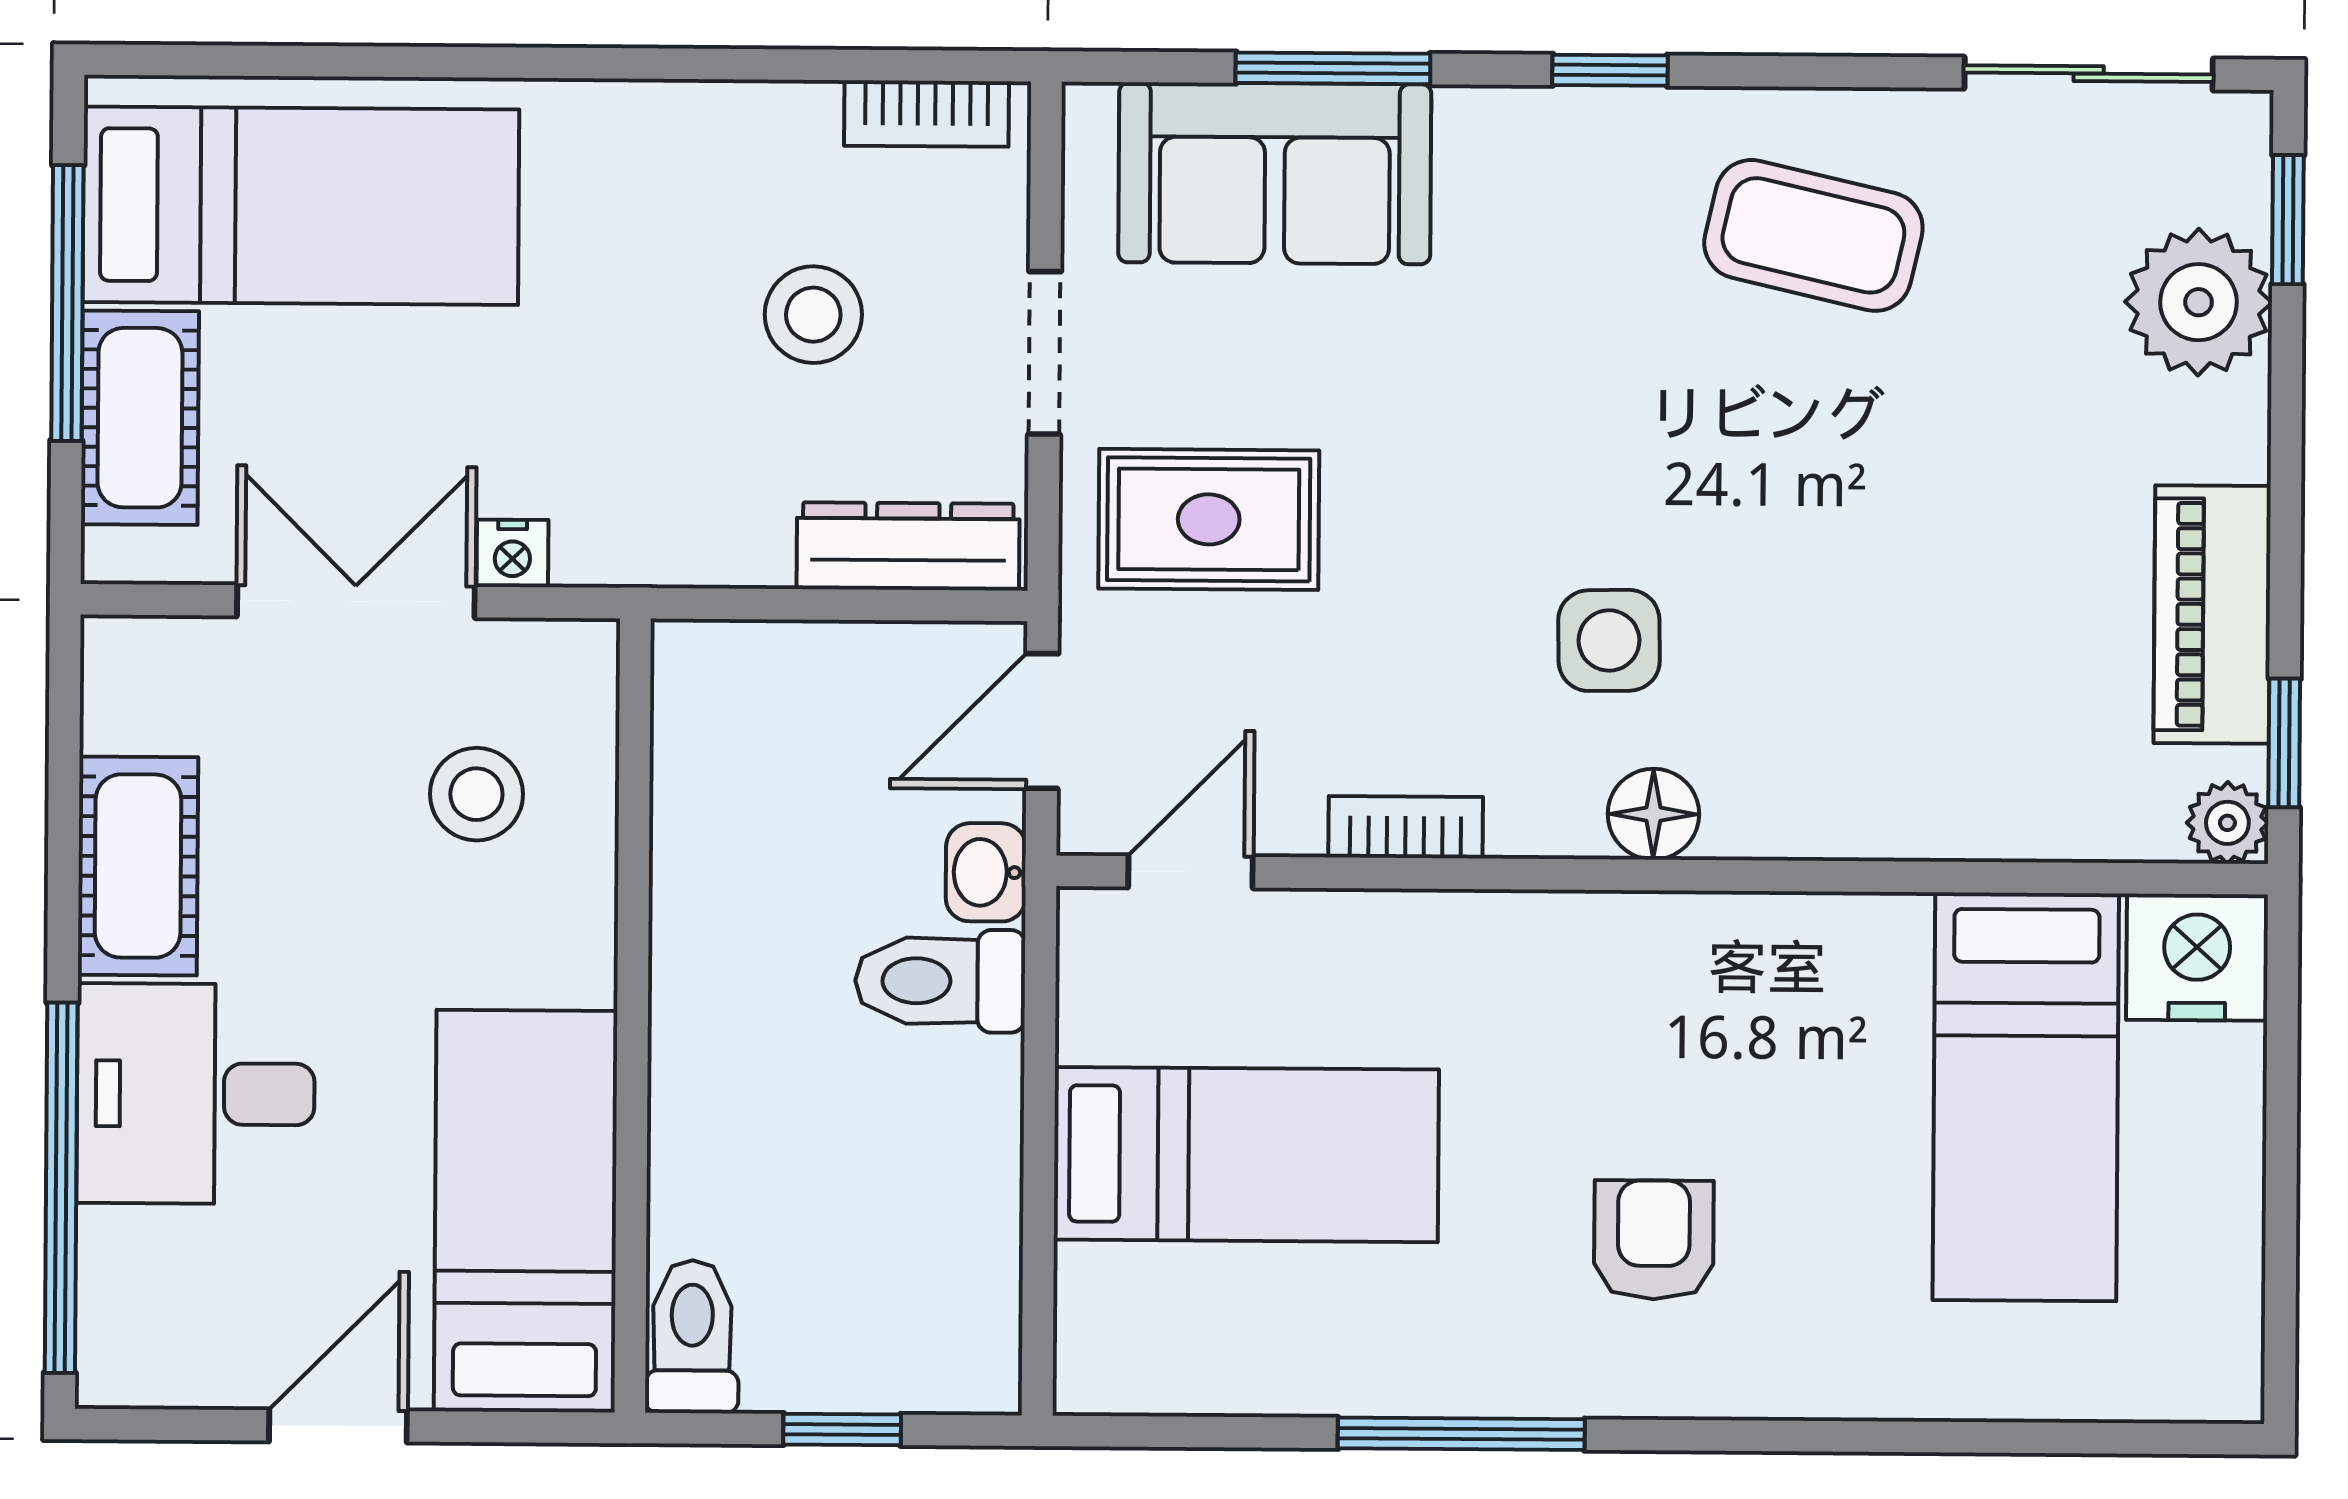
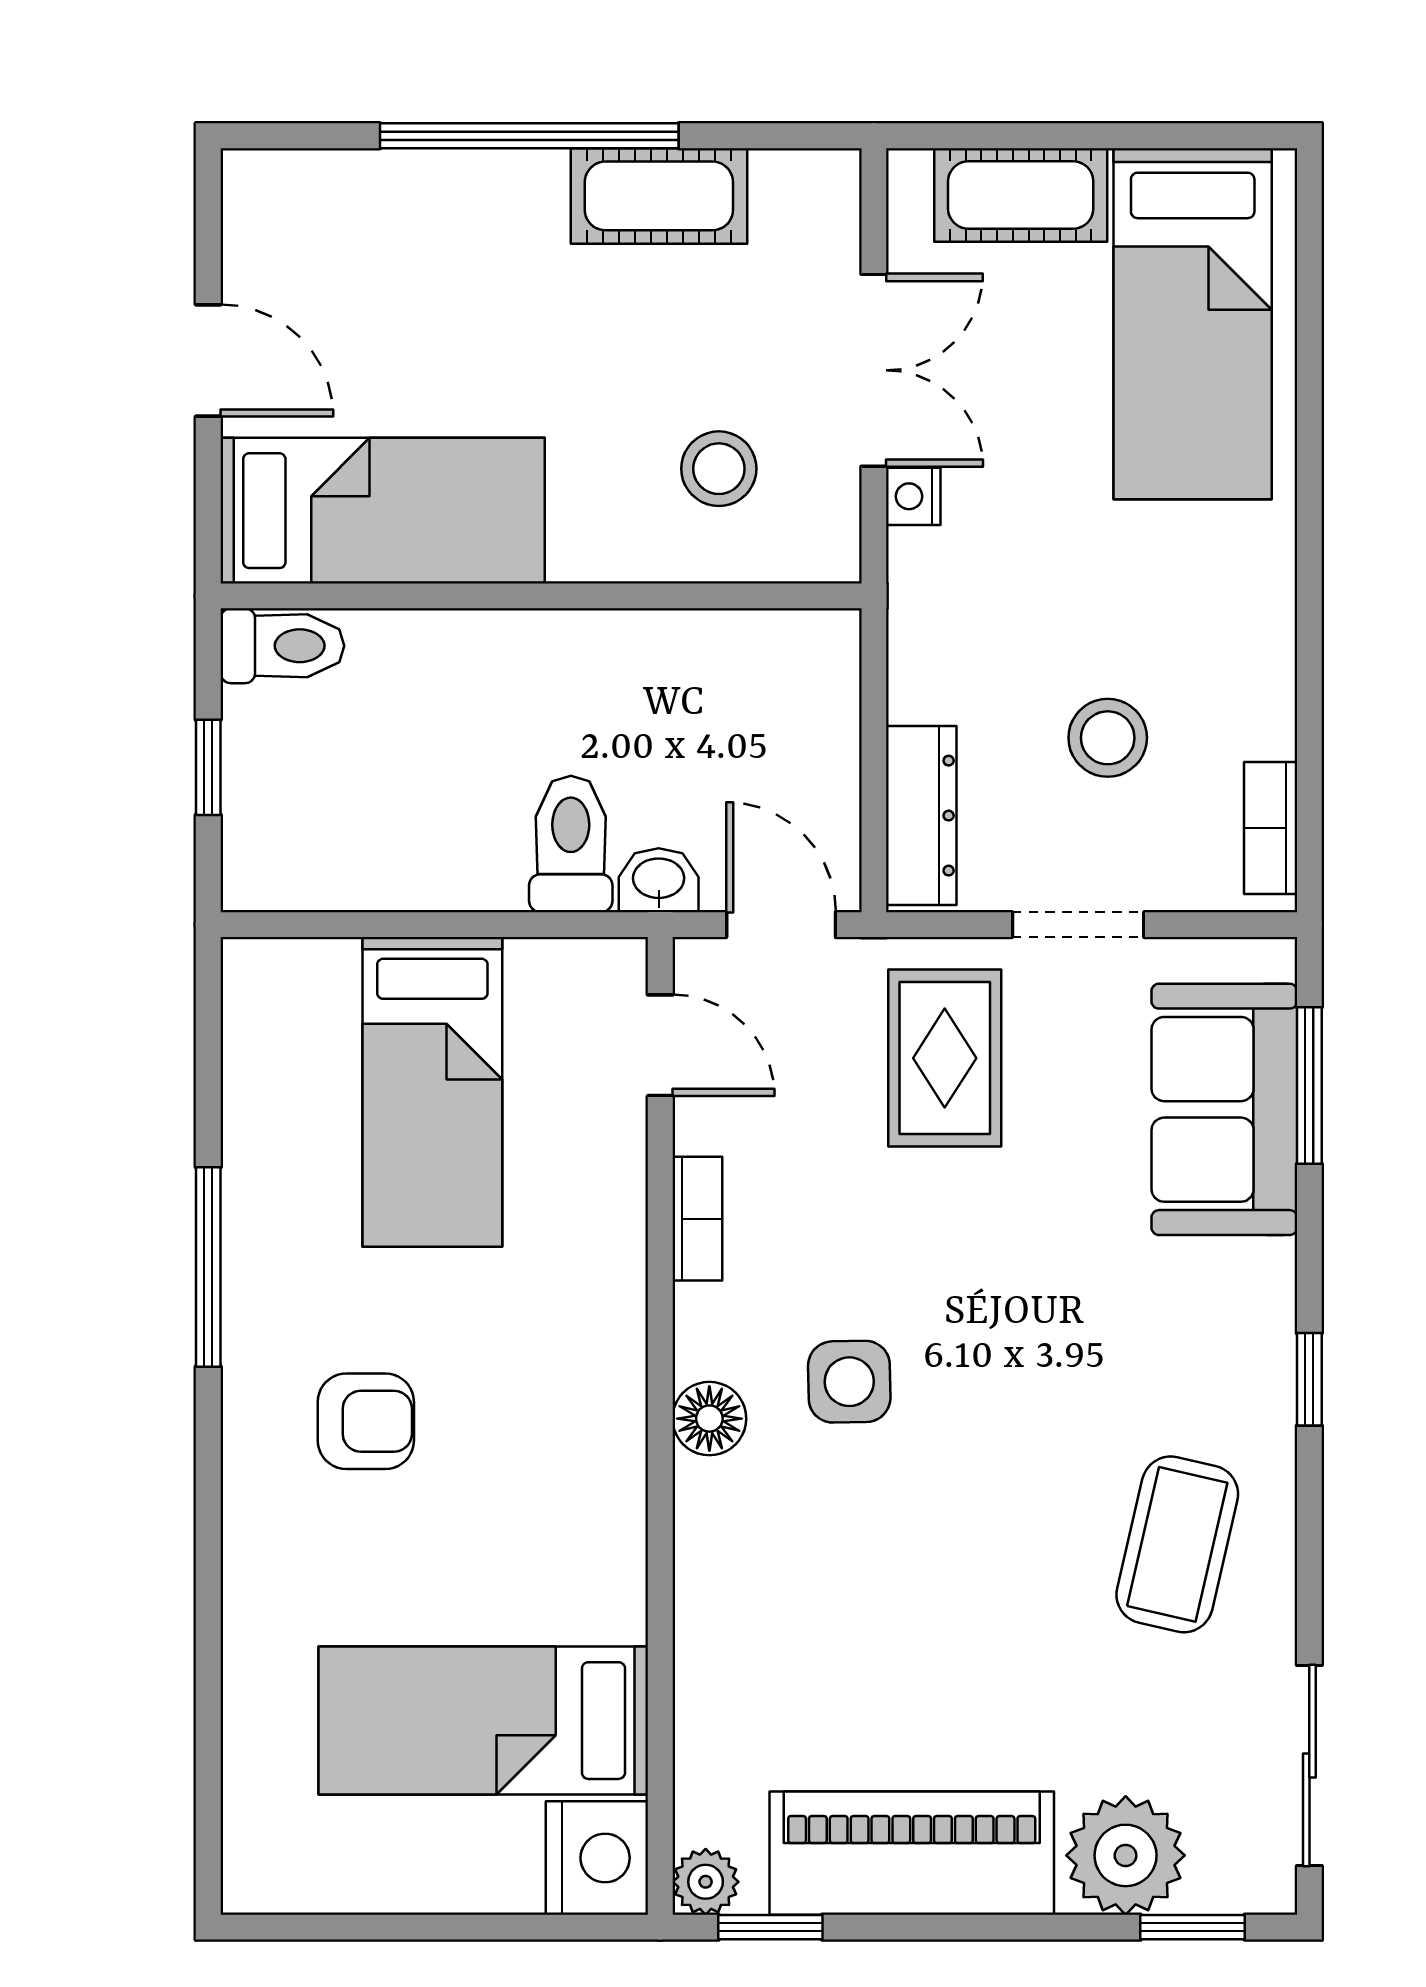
window: (1333, 68) -> (1309, 1085), moved
window: (67, 303) -> (1113, 136), removed
piano: (2212, 614) -> (912, 1853), width x1.37, depth x1.33
desk: (196, 1094) -> (475, 244), removed
window: (61, 1188) -> (529, 136), moved

